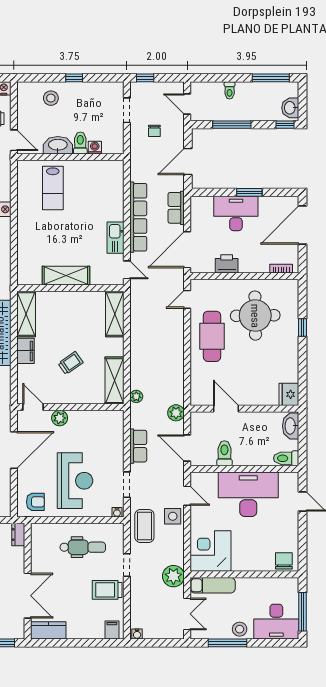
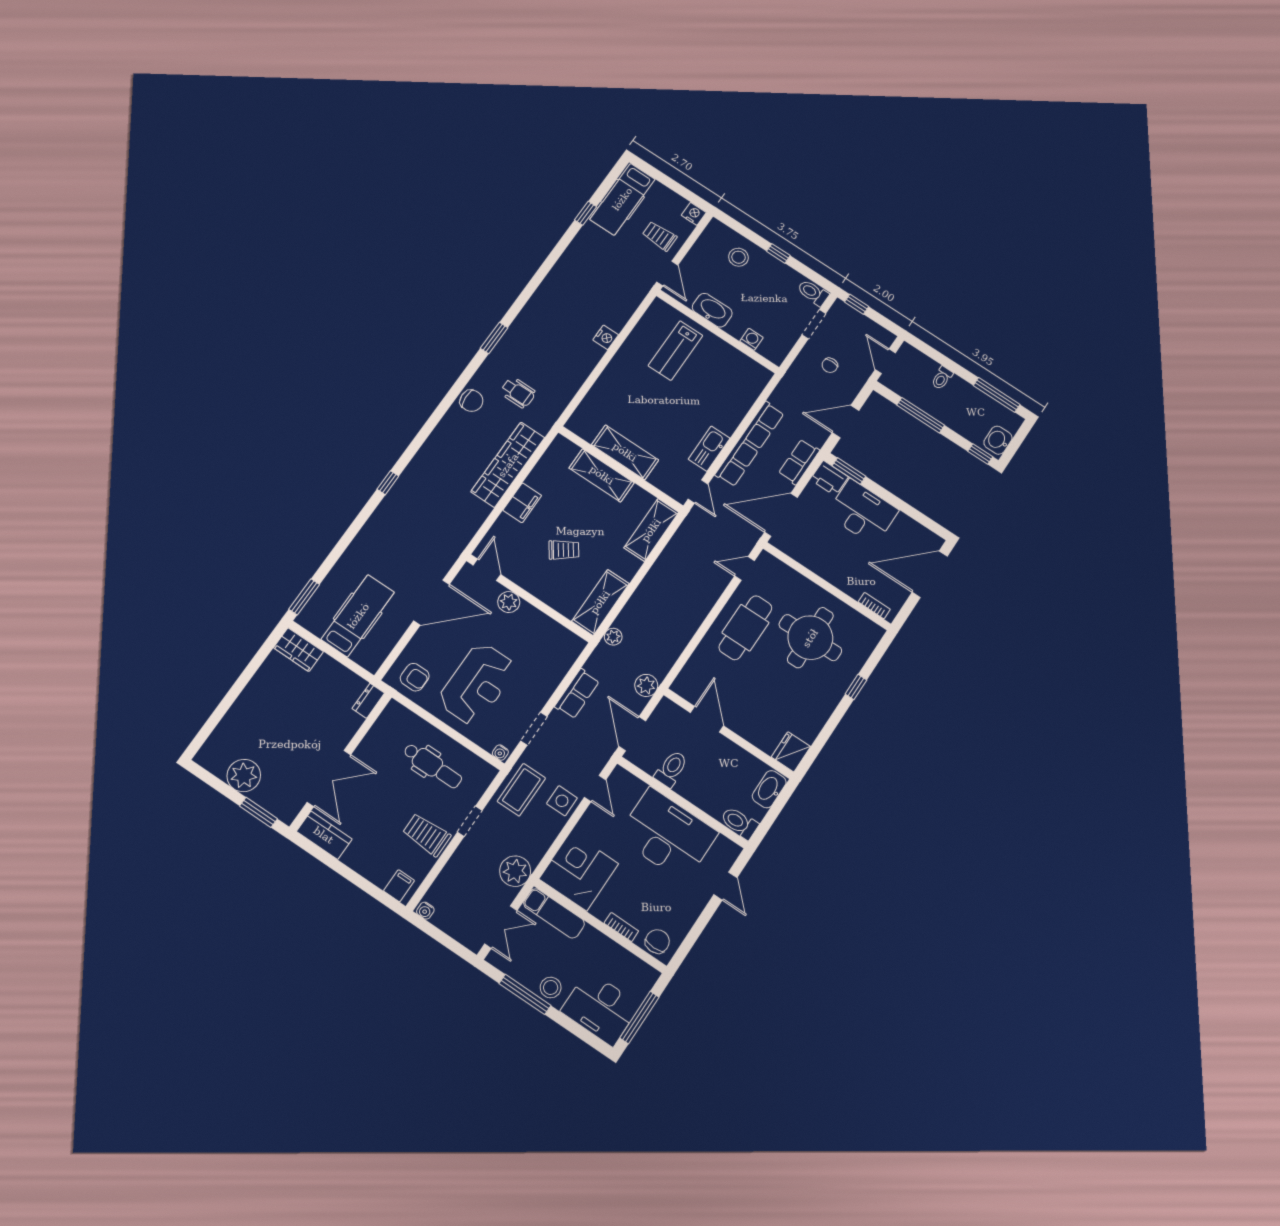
toilet: (80, 143) -> (813, 293), moved, turned -90
window: (249, 192) -> (849, 471), moved
printer: (227, 264) -> (829, 478), moved, turned 180
shelving: (26, 314) -> (602, 475), moved, turned 90
bookcase: (257, 567) -> (621, 927), added

